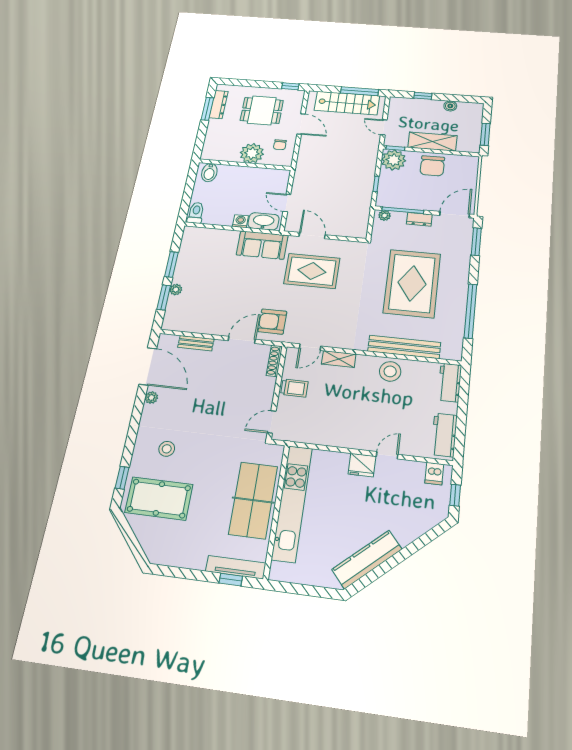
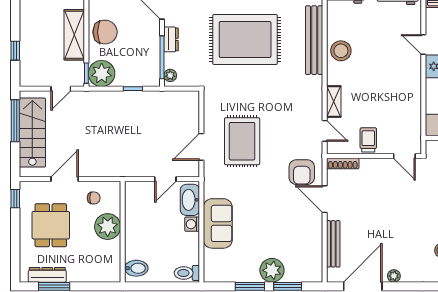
boiler: (450, 106) -> (26, 20), removed
sofa: (262, 245) -> (218, 223), moved
plant: (176, 290) -> (272, 270), width x1.88, depth x1.88
bench: (196, 343) -> (333, 244), width x1.36

